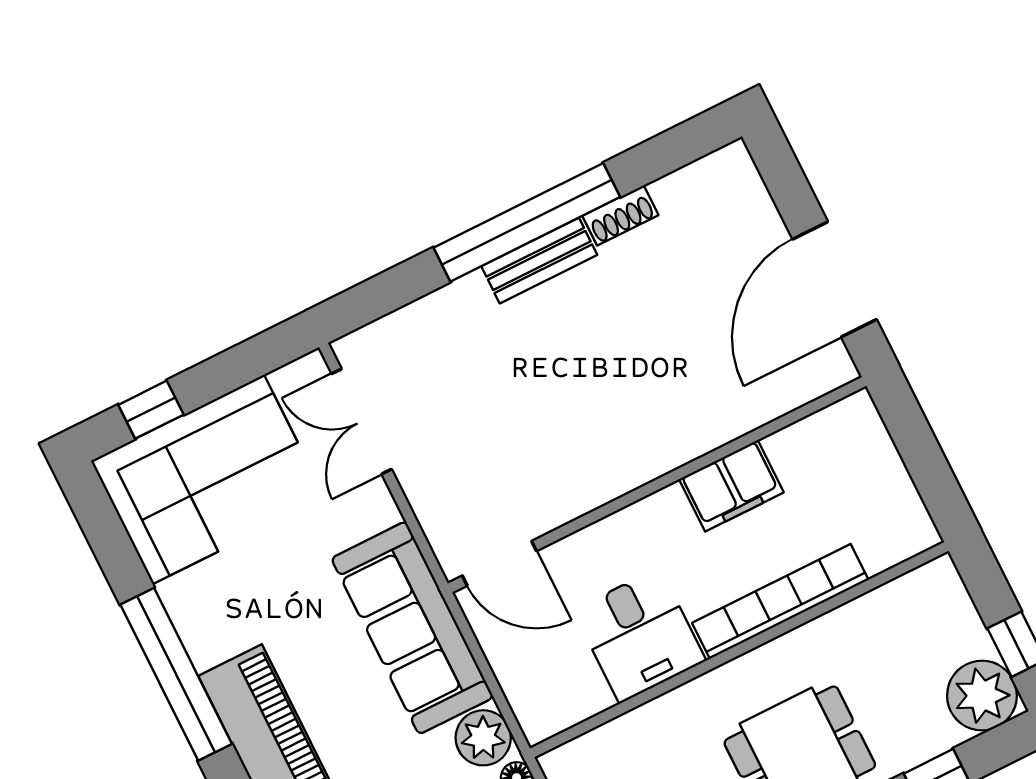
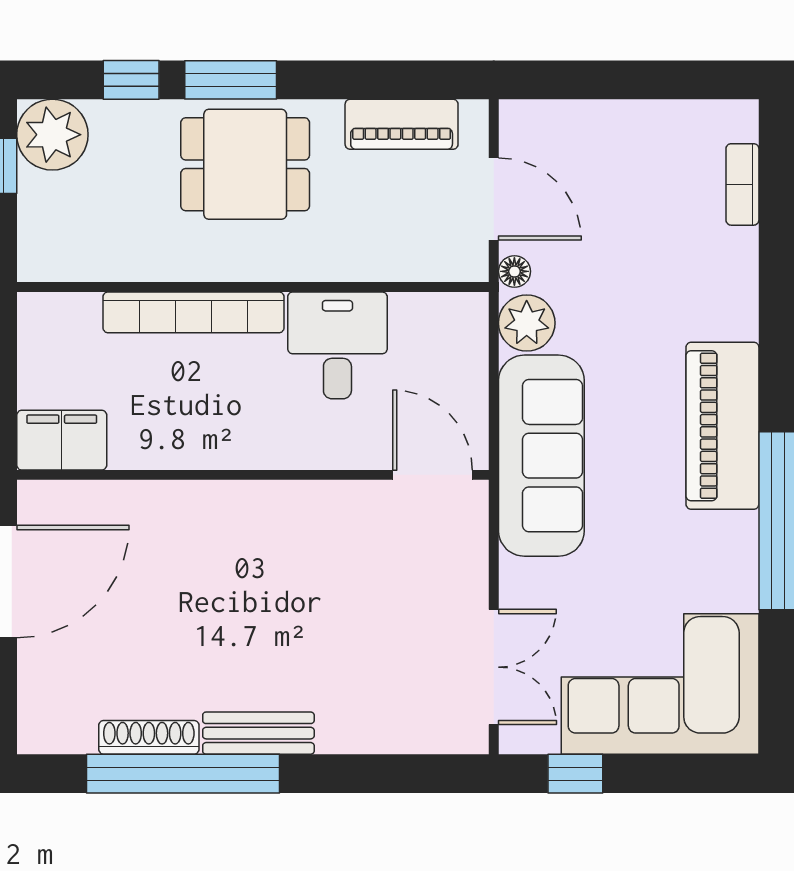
shoe rack: (620, 215) -> (149, 737), width x1.43
window: (527, 222) -> (183, 774), moved
window: (151, 410) -> (575, 774), moved
filing cabinet: (731, 486) -> (62, 440), moved

